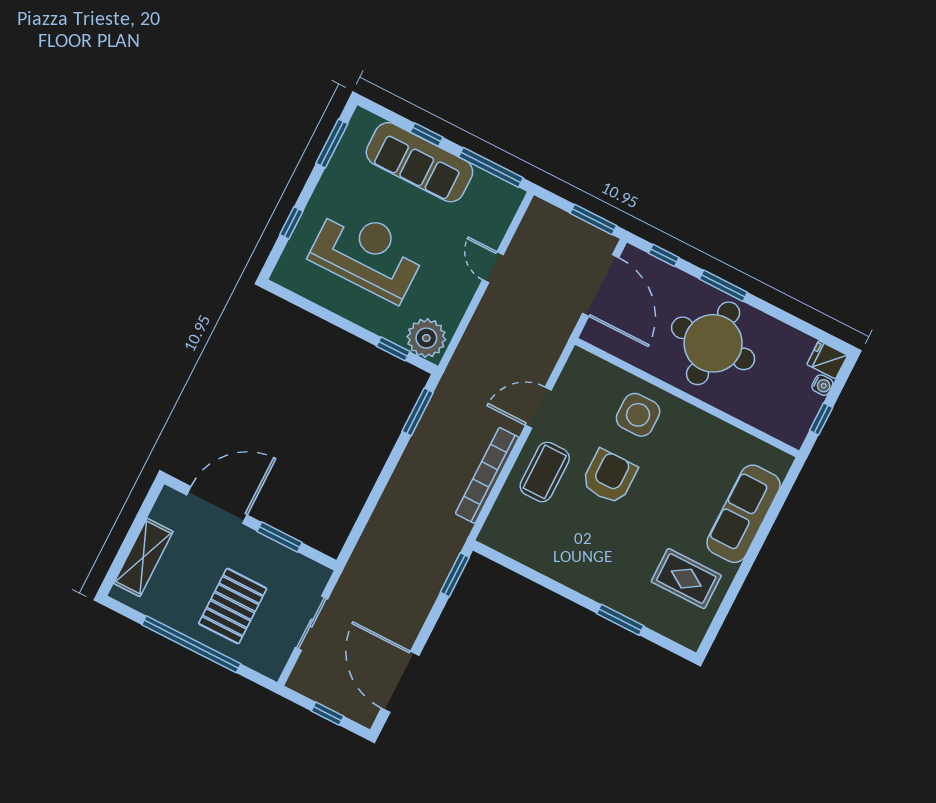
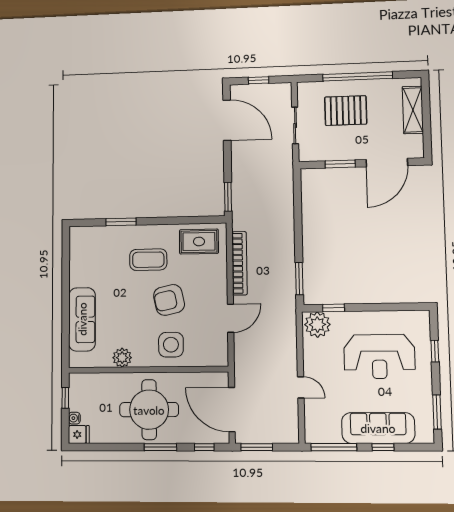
plant: (714, 432) -> (122, 358), added
coffee table: (545, 472) -> (148, 260), moved, turned 90
armchair: (609, 477) -> (169, 300), turned 78
rug: (686, 579) -> (199, 242), moved
pallet: (233, 606) -> (346, 111), turned 90

